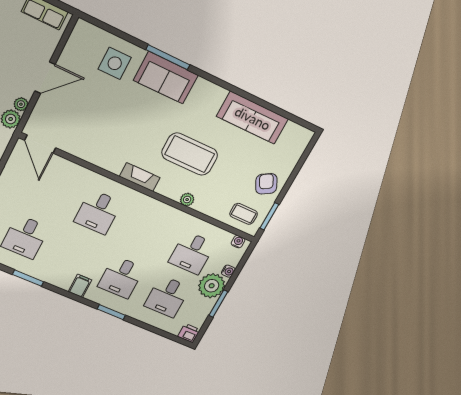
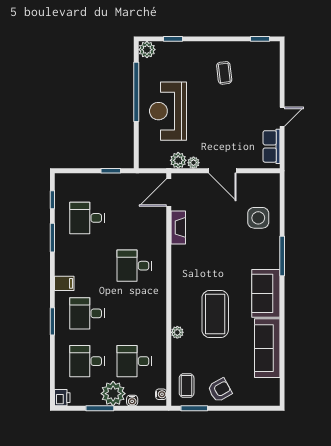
sofa: (166, 78) -> (266, 293), moved
fireplace: (140, 177) -> (178, 227), moved

